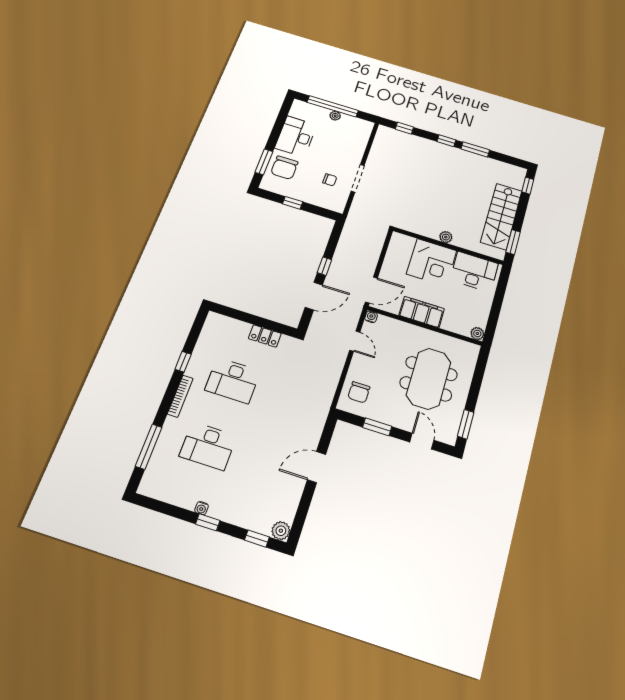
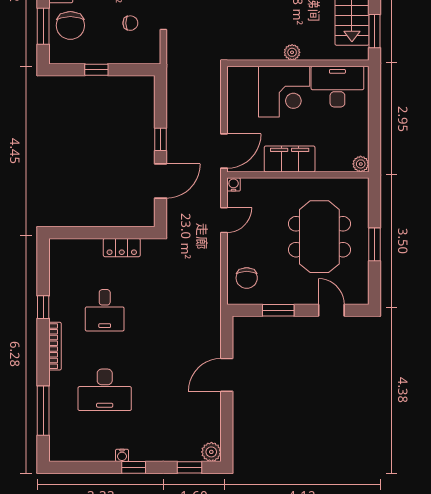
door: (355, 341) -> (224, 220), hinge flipped
desk: (233, 380) -> (105, 310), width x0.73
window: (466, 424) -> (374, 244), moved

